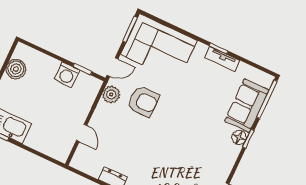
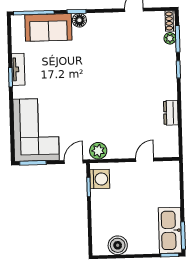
door: (112, 67) -> (74, 162), hinge flipped
washing machine: (67, 75) -> (100, 179), moved
armchair: (143, 101) -> (90, 120), removed

